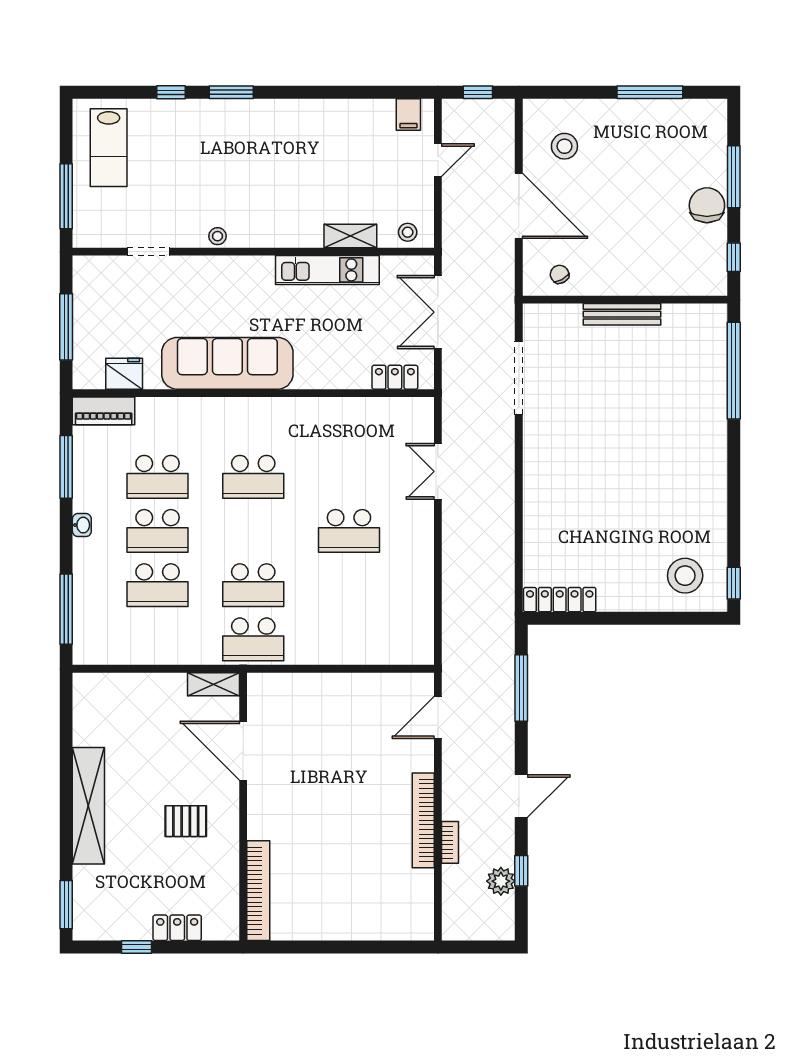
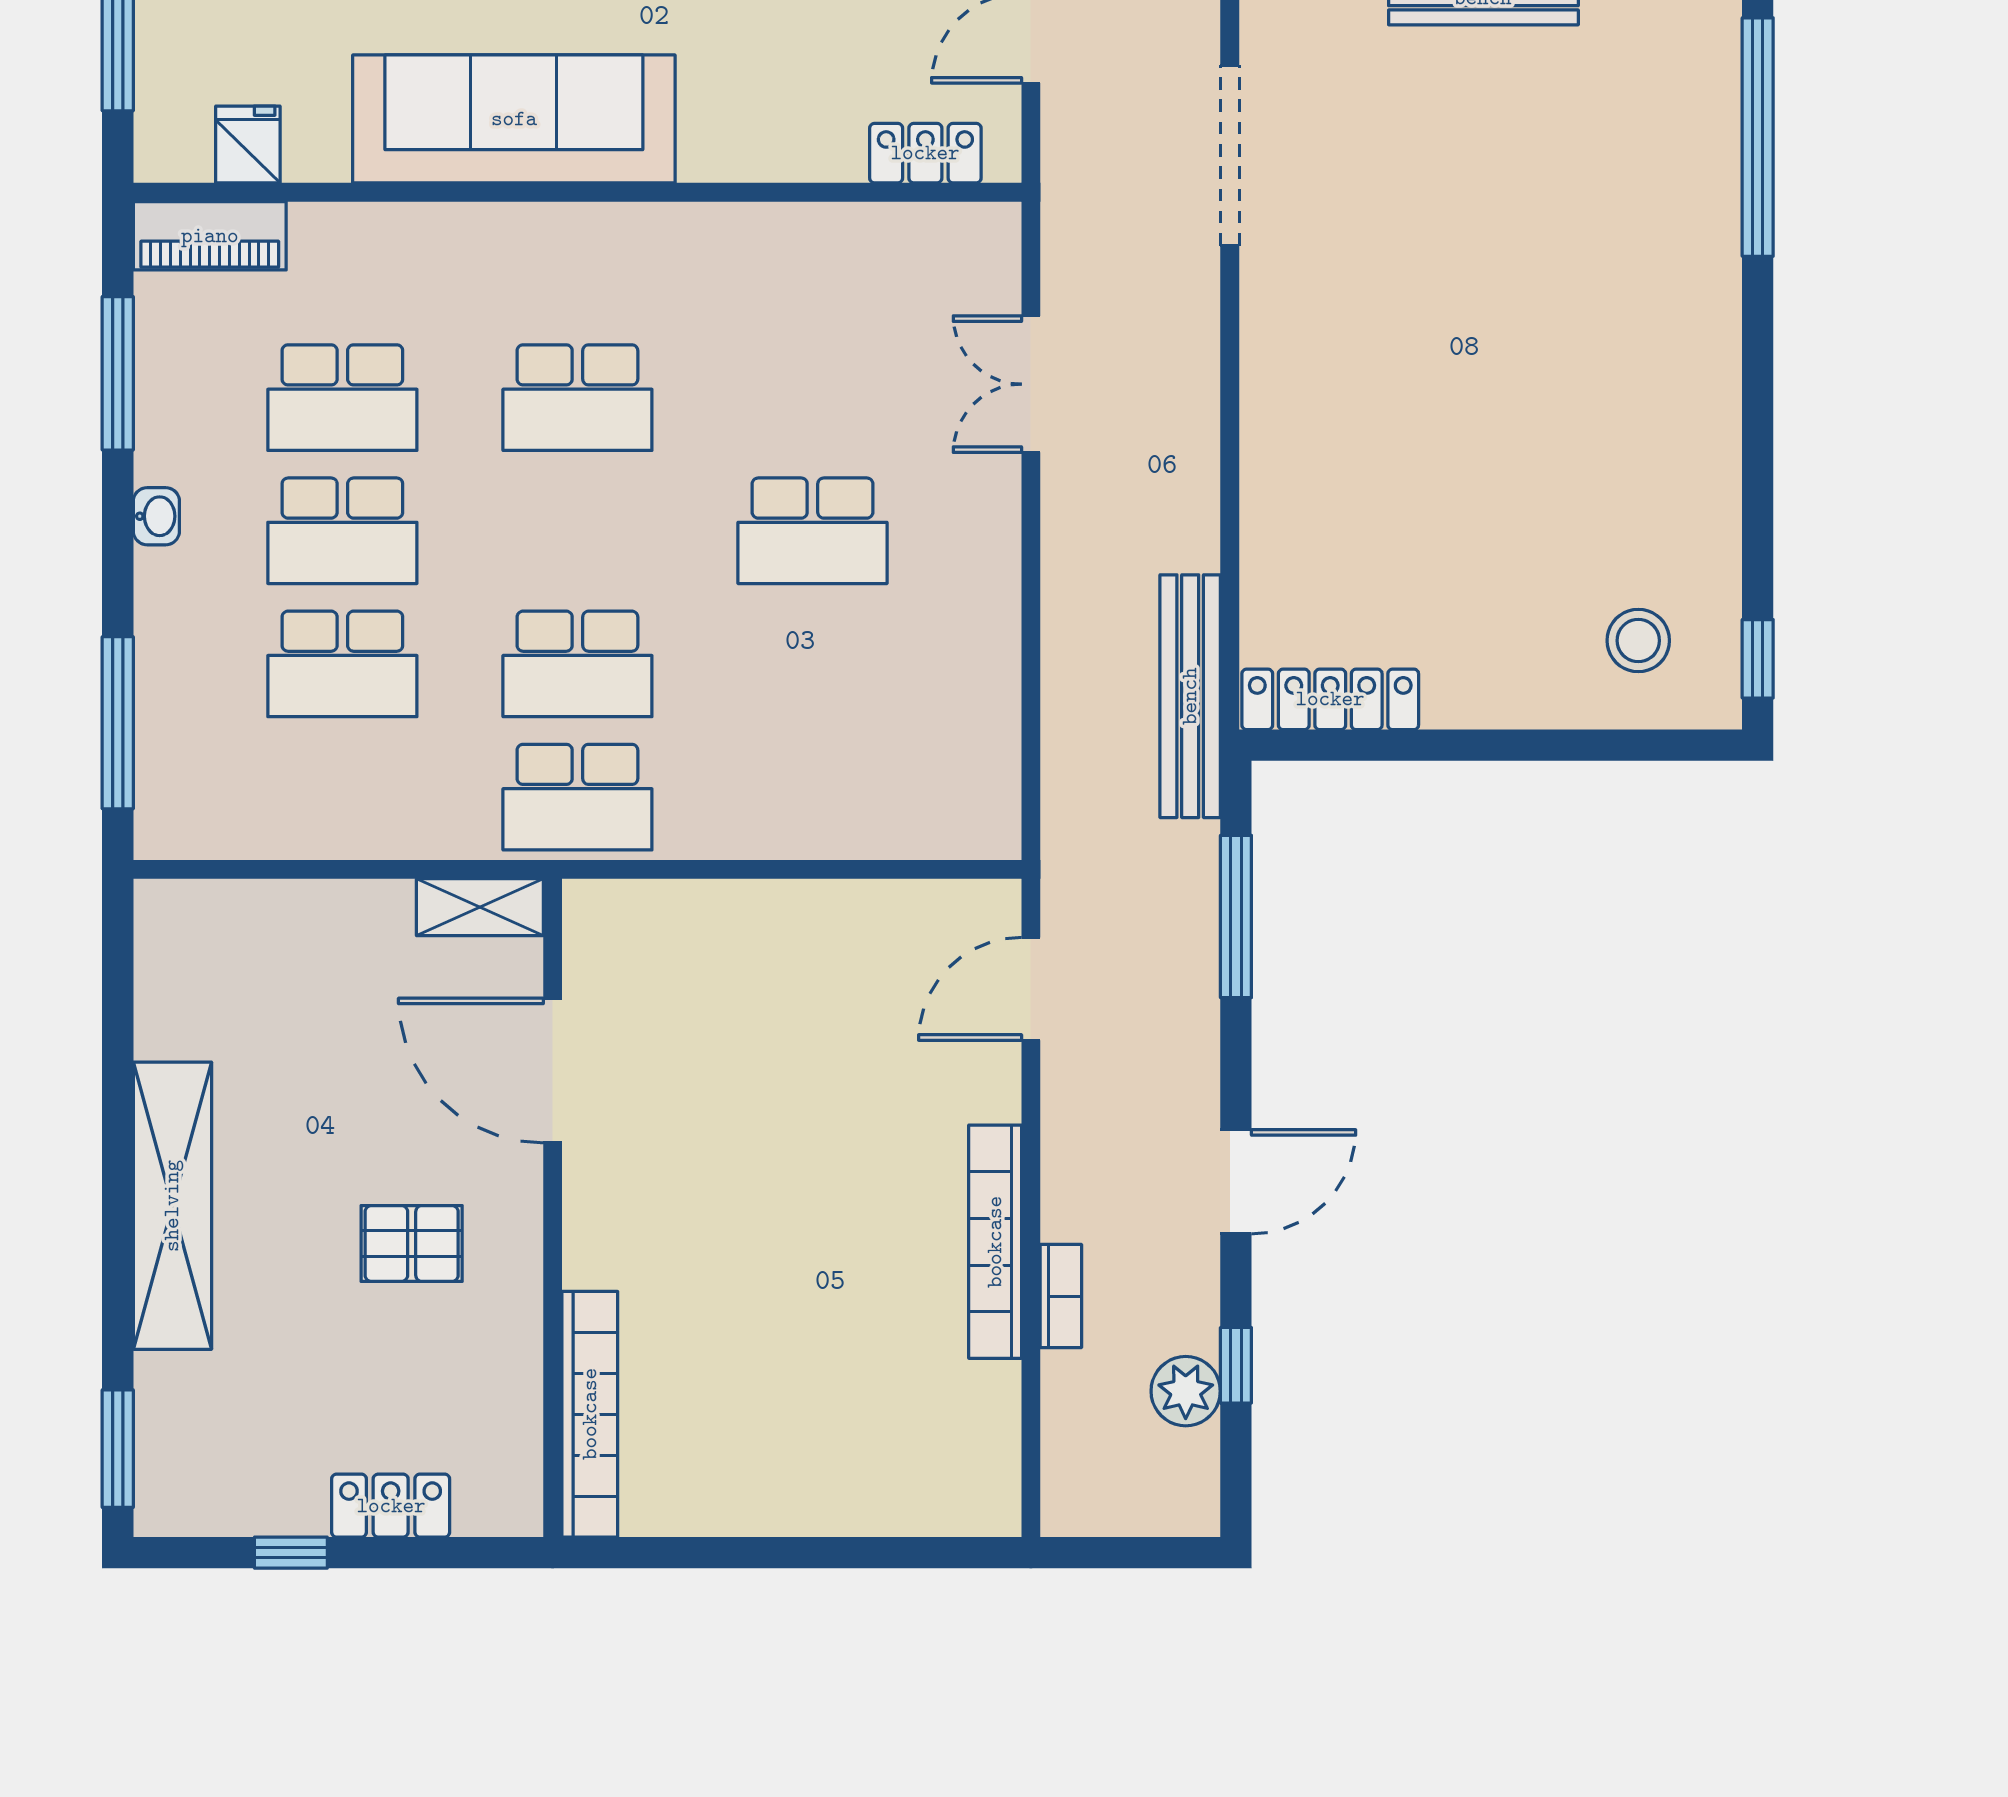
fridge: (124, 374) -> (248, 145), width x0.72
stool: (685, 576) -> (1638, 641), width x0.73, depth x0.73
bench: (503, 598) -> (1190, 696), added

